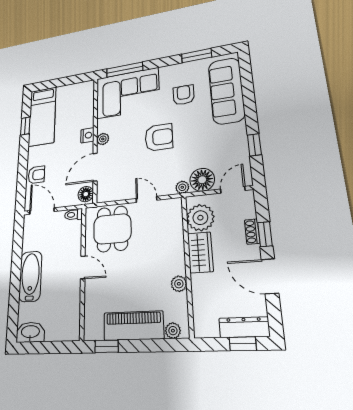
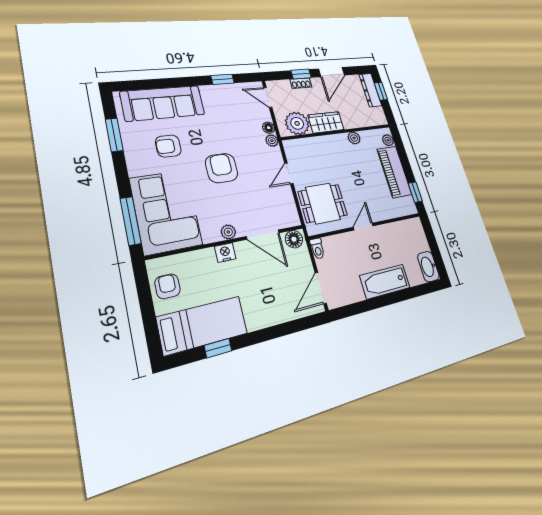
armchair: (36, 175) -> (167, 286), moved
floor lamp: (202, 180) -> (269, 128), width x0.53, depth x0.53

